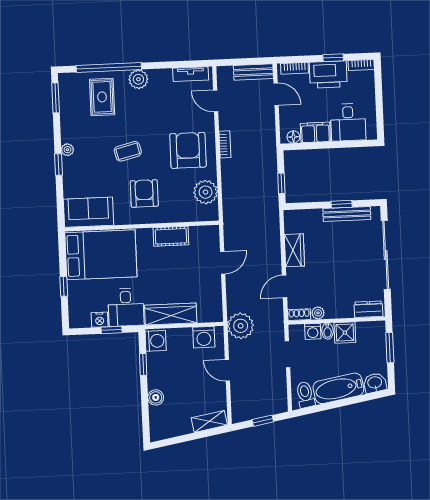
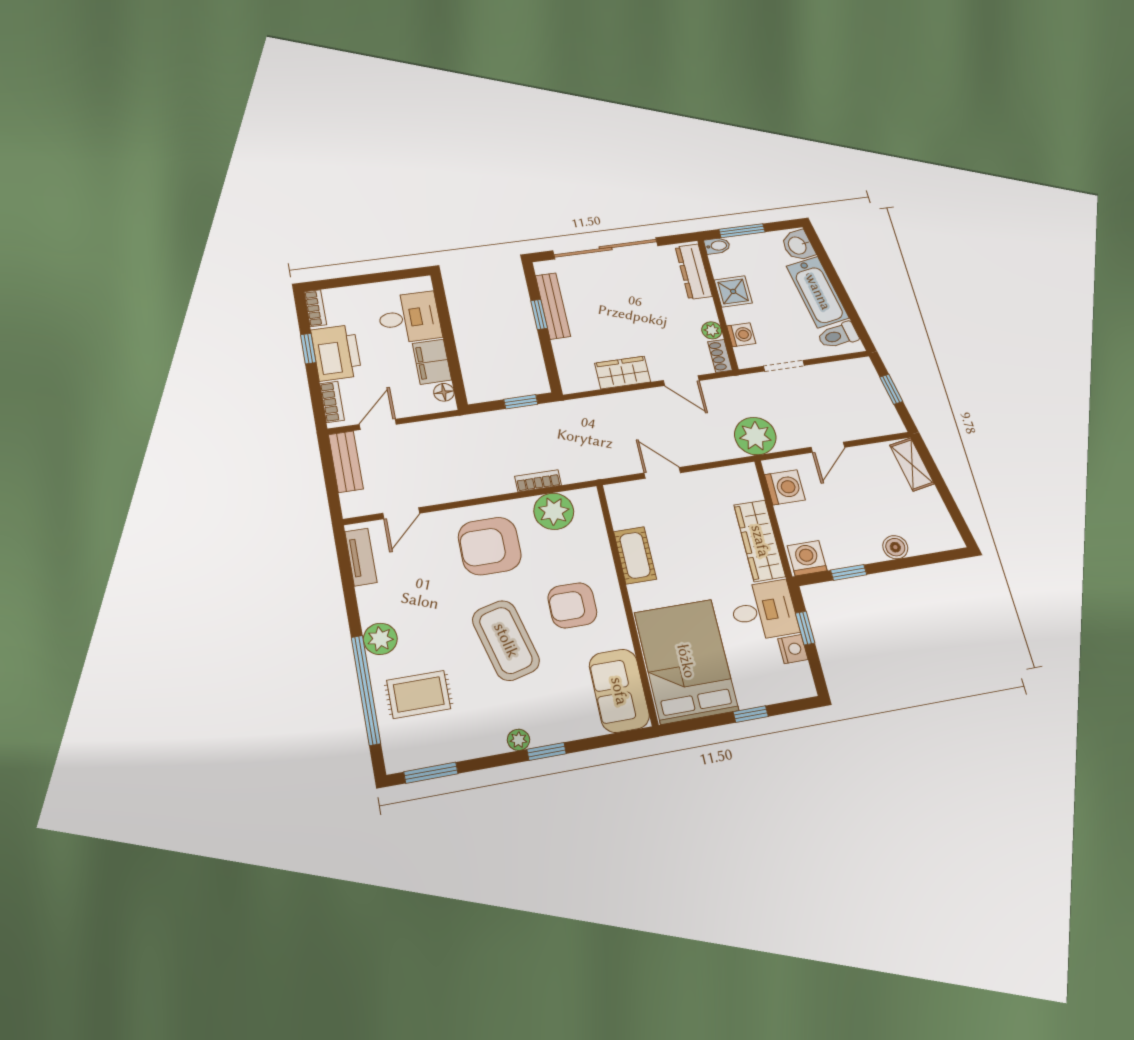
bookcase: (225, 144) -> (538, 481), moved
coffee table: (128, 151) -> (506, 640), width x1.86, depth x1.72
dresser: (368, 309) -> (694, 272), width x1.44
bidet: (327, 331) -> (717, 246), moved

